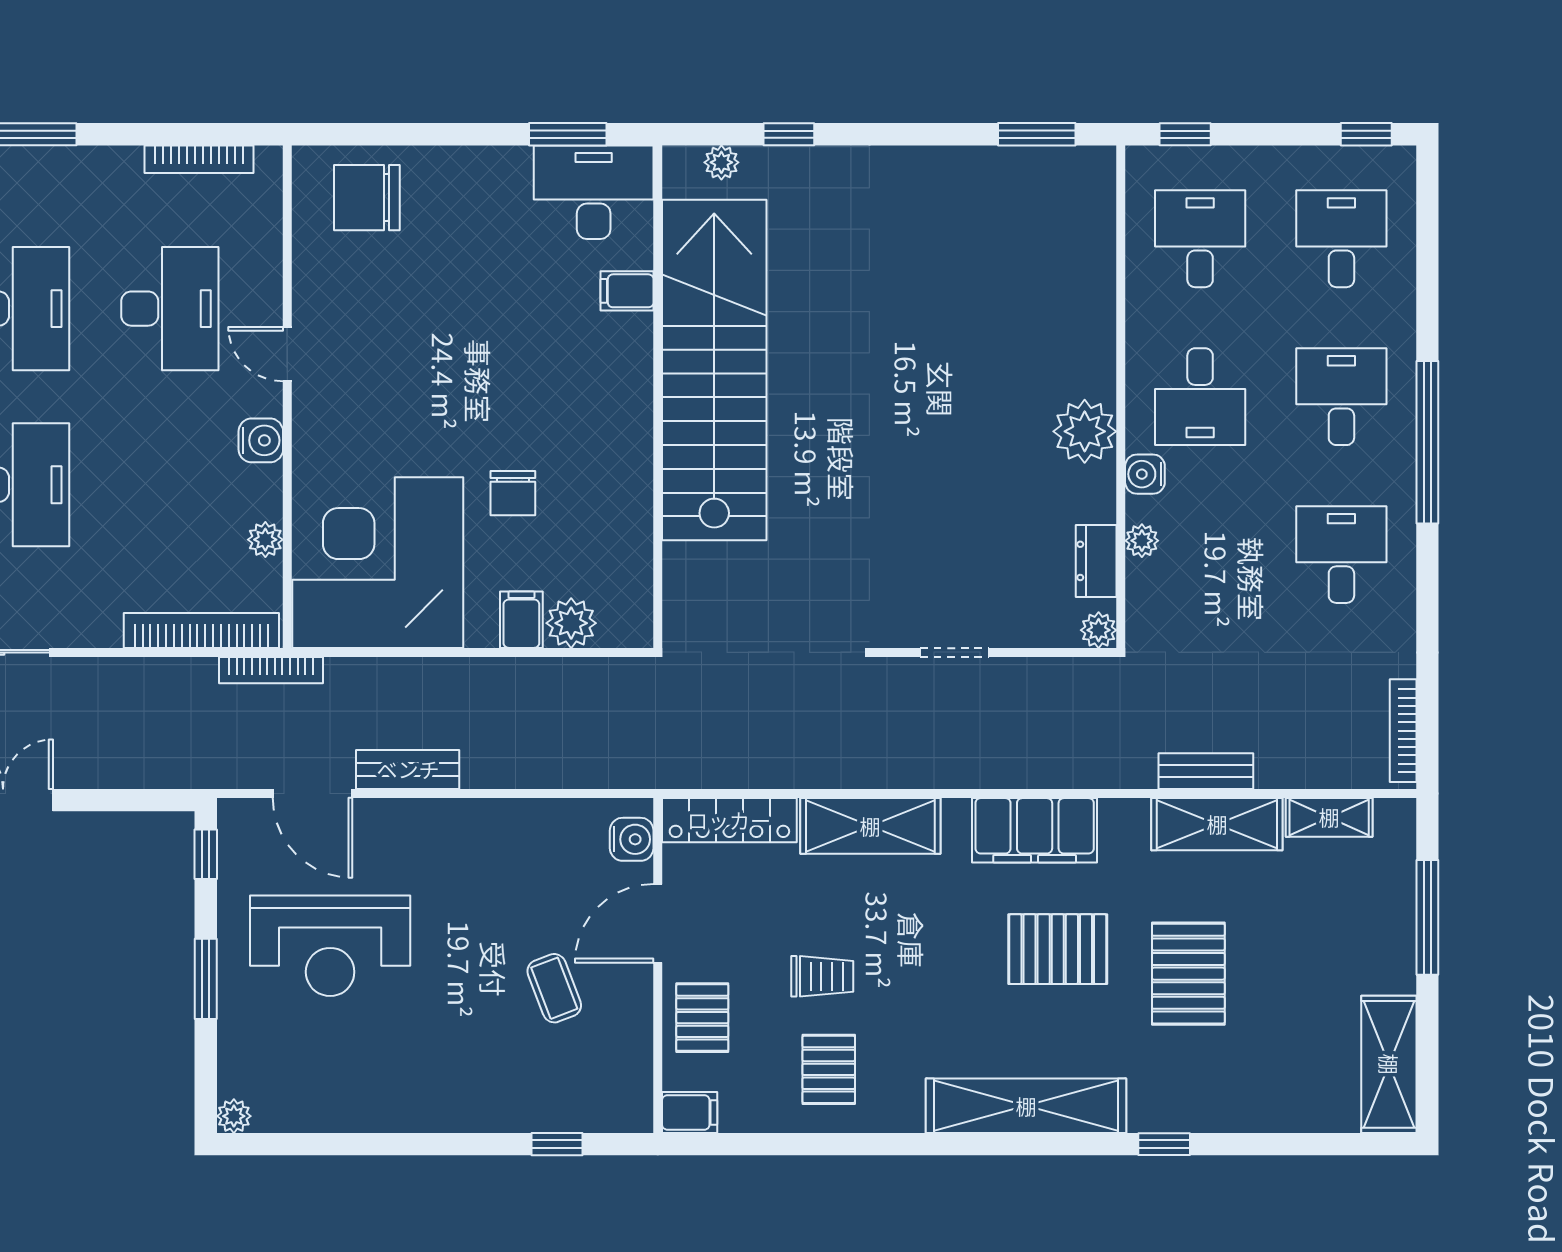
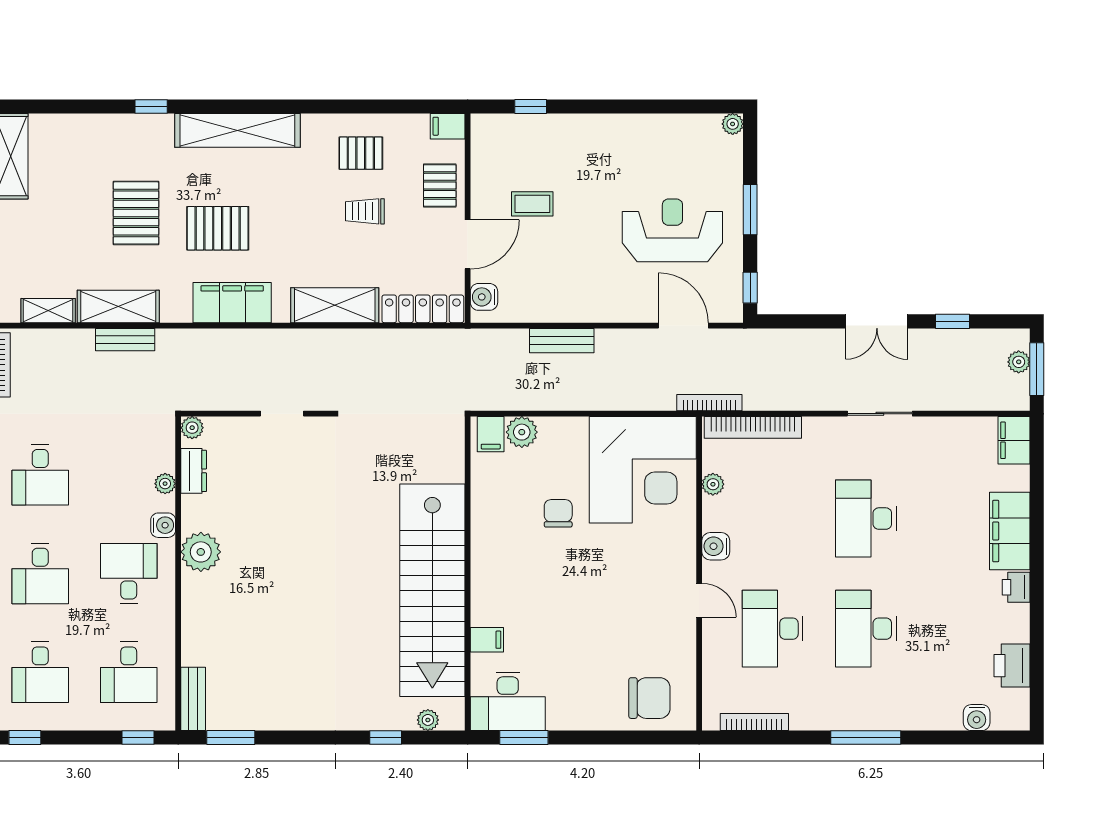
bench: (1097, 196) -> (193, 699), added
filing cabinet: (521, 620) -> (491, 434), moved
bench: (408, 769) -> (562, 341), moved
coffee table: (554, 988) -> (532, 204), turned -69
pallet: (829, 1069) -> (361, 153), turned 90

